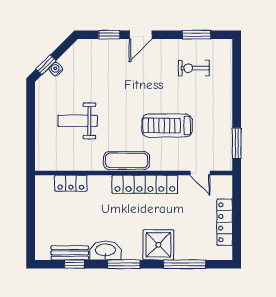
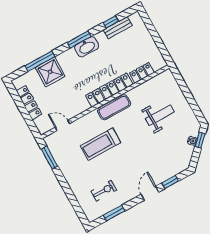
treadmill: (167, 126) -> (101, 144), turned 180
locker: (145, 184) -> (109, 90), moved
shower: (158, 245) -> (50, 72), moved
washbasin: (105, 251) -> (87, 47), moved

